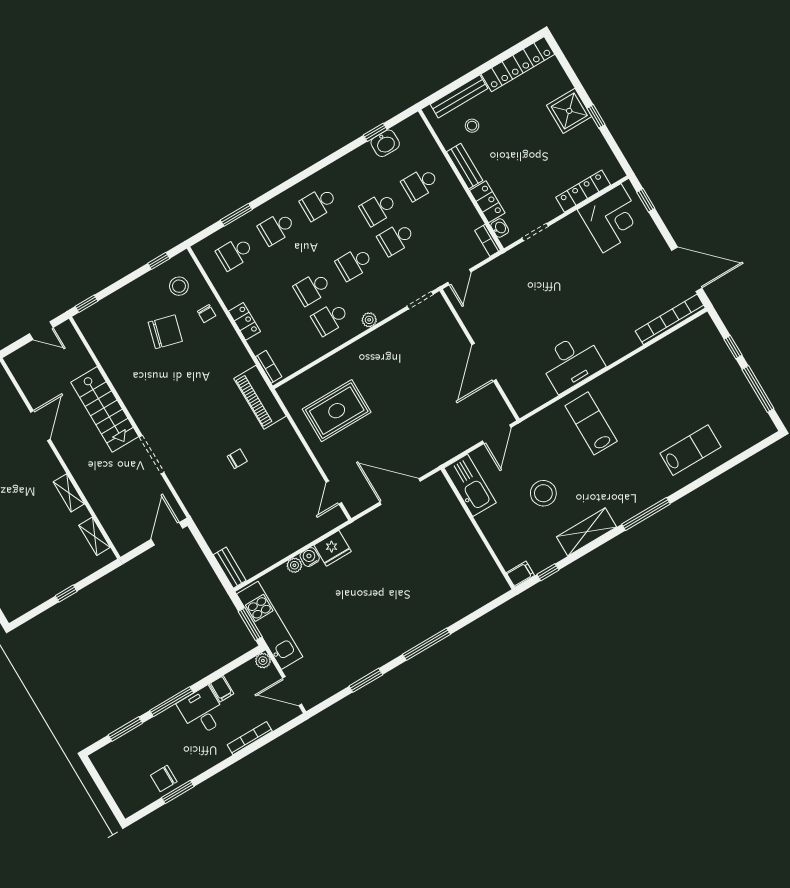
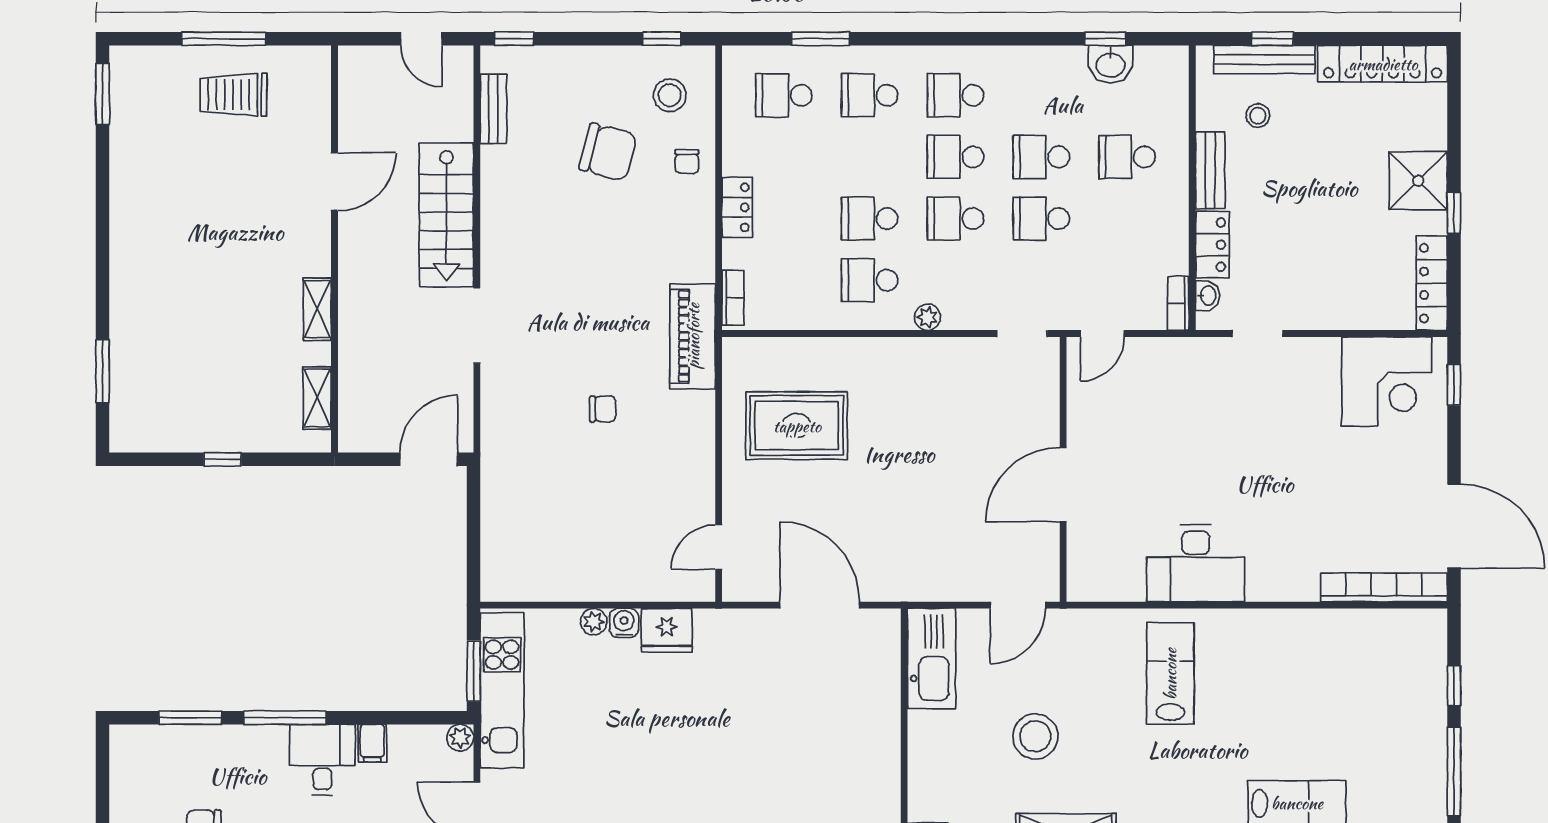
window: (457, 84) -> (1272, 39), added
locker: (583, 191) -> (1432, 283), moved, turned -90
school desk: (336, 233) -> (955, 157), added
bench: (230, 568) -> (493, 109), moved

